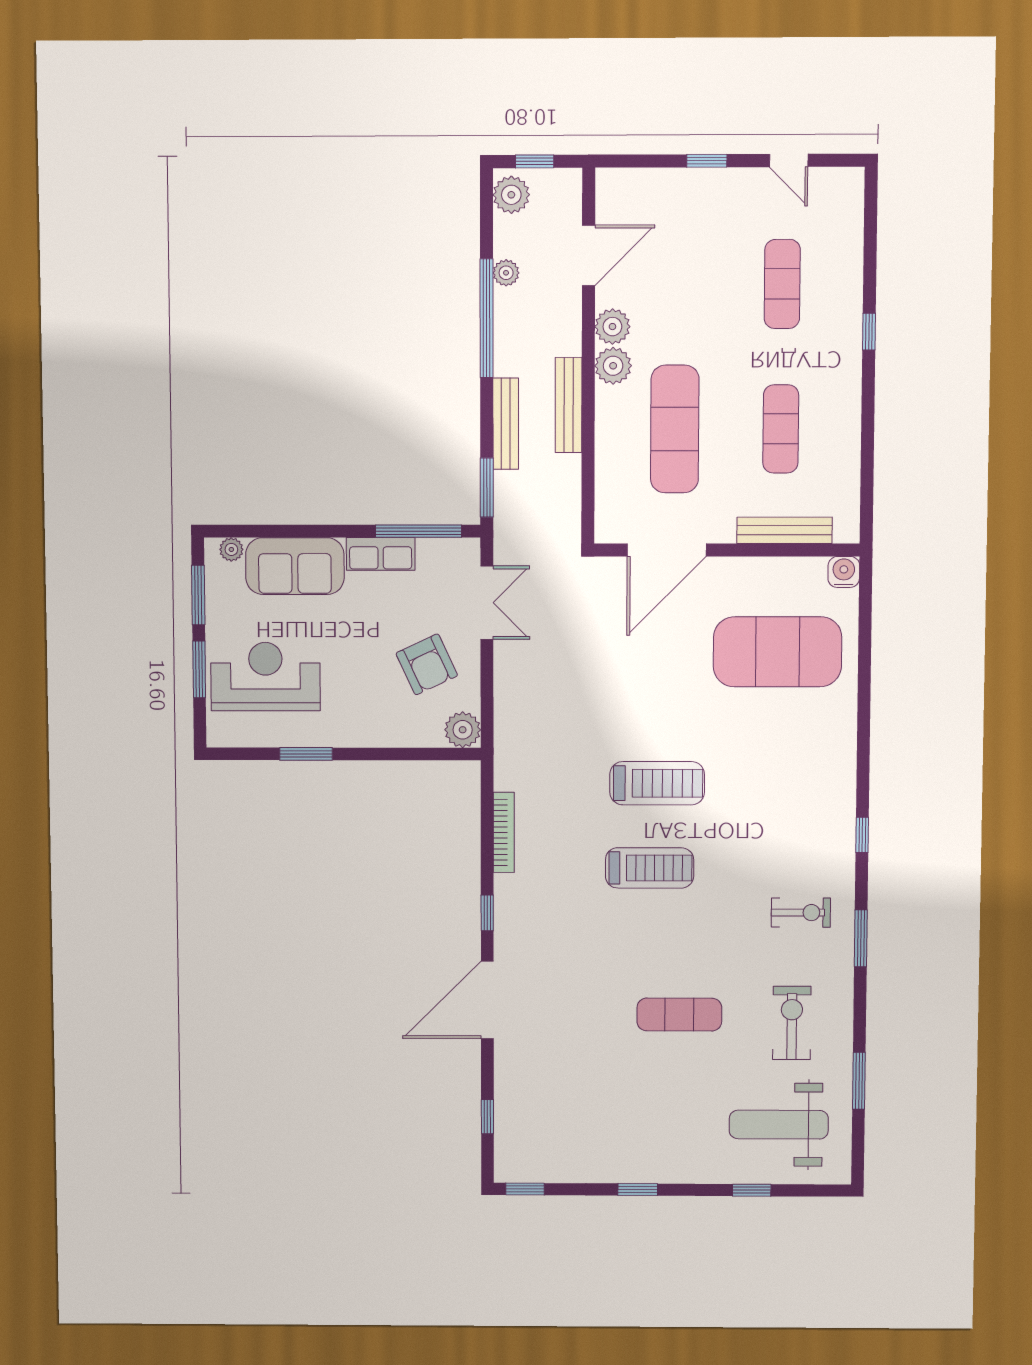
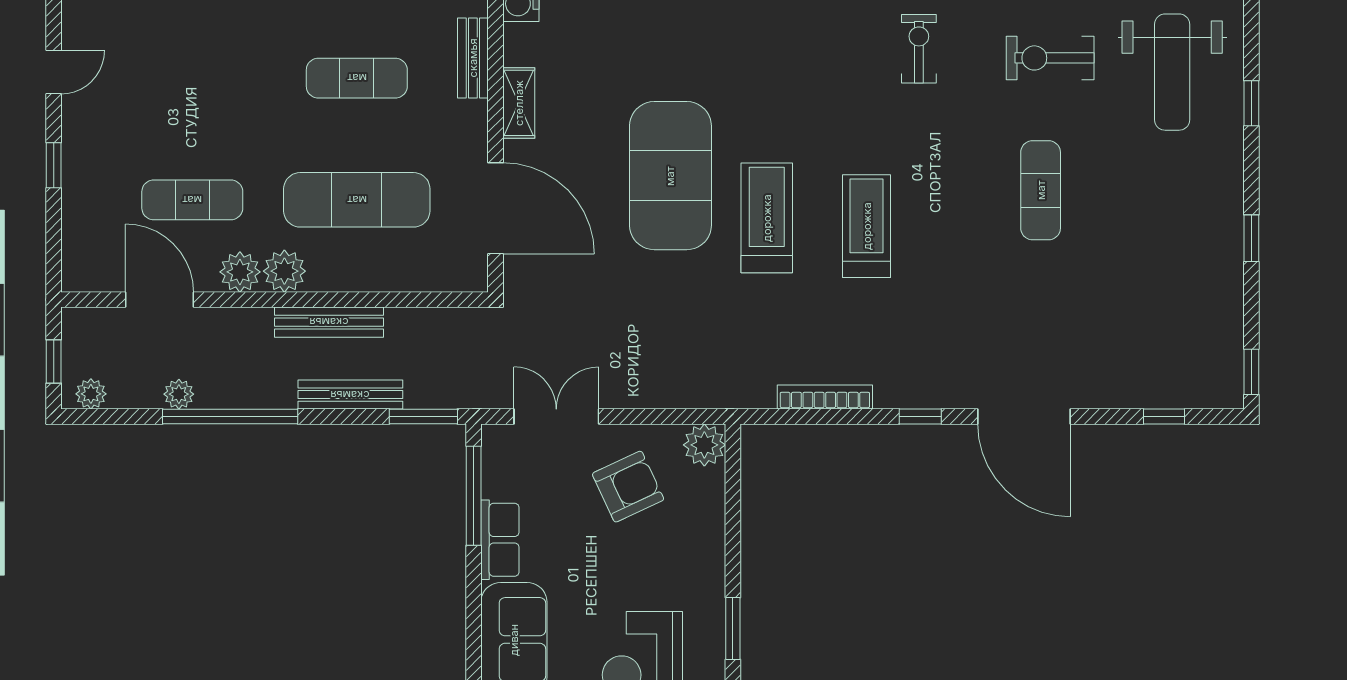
plant: (511, 195) -> (91, 394), width x0.73, depth x0.73
exercise mat: (782, 284) -> (192, 200), moved
bench: (784, 530) -> (473, 58), width x0.73
shelving: (758, 570) -> (519, 103), added
exercise mat: (777, 652) -> (670, 176), moved

